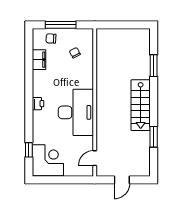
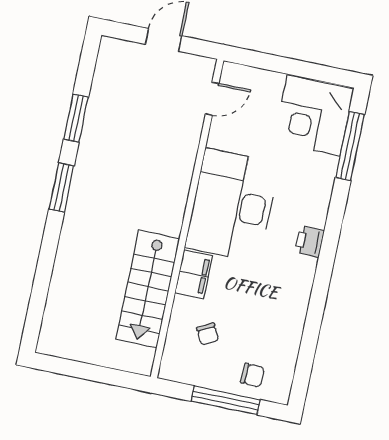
filing cabinet: (39, 60) -> (194, 274), moved, turned 180
window: (154, 66) -> (61, 187), moved
stairs: (141, 105) -> (148, 289), moved, turned 180
window: (29, 150) -> (350, 146), width x2.17

